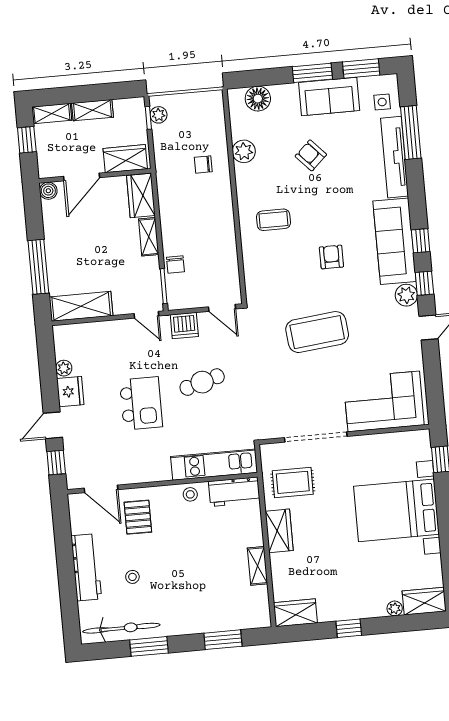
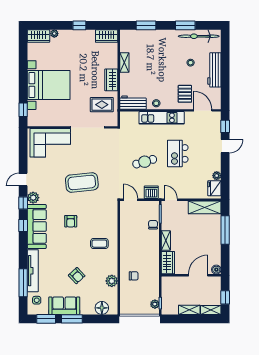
wardrobe: (125, 159) -> (174, 283), removed
fridge: (70, 392) -> (214, 188), moved
kitchen unit: (214, 465) -> (162, 118), moved

